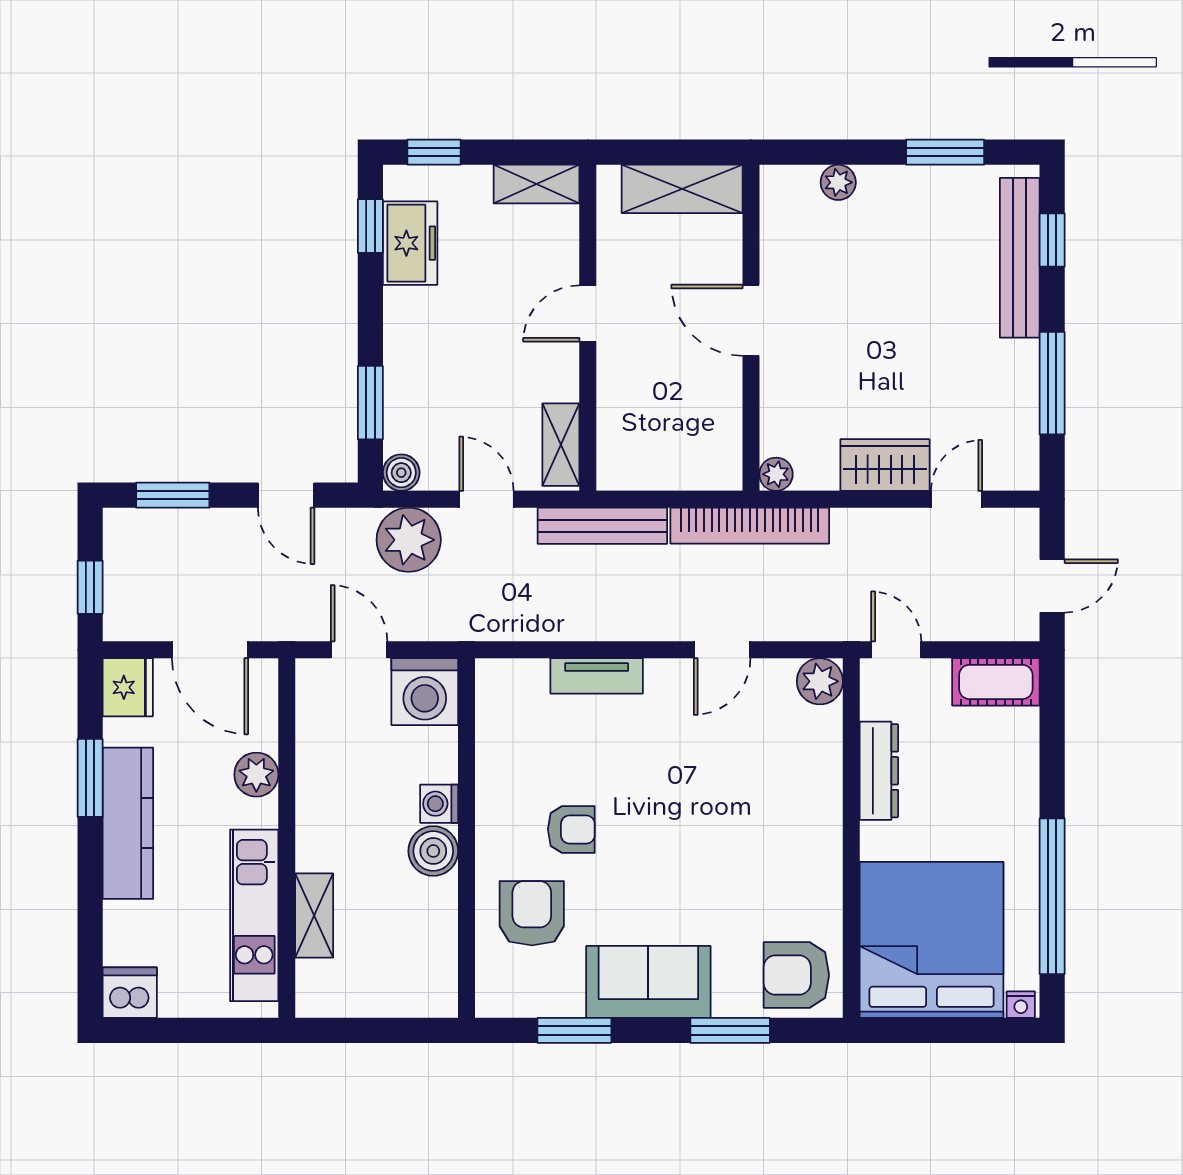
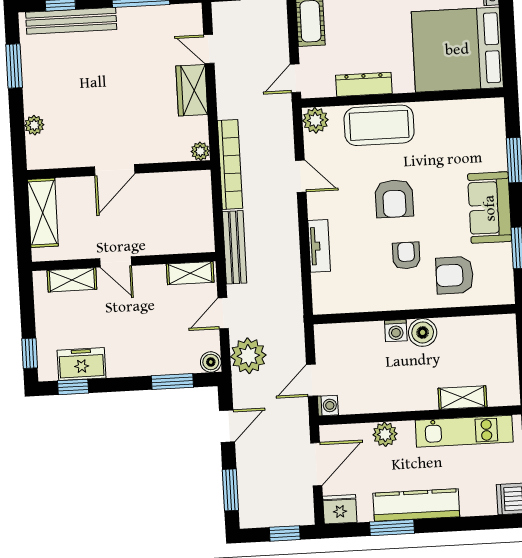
shelving: (537, 184) -> (72, 280), moved, turned 90
washing machine: (425, 692) -> (328, 406), moved, width x0.53, depth x0.53
coffee table: (805, 794) -> (379, 125), added
armchair: (796, 975) -> (394, 199), moved

